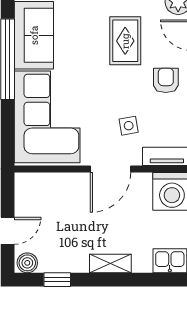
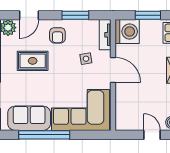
armchair: (166, 80) -> (57, 35), turned -90

